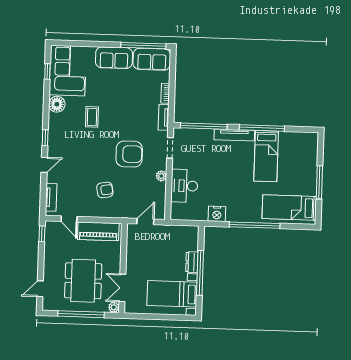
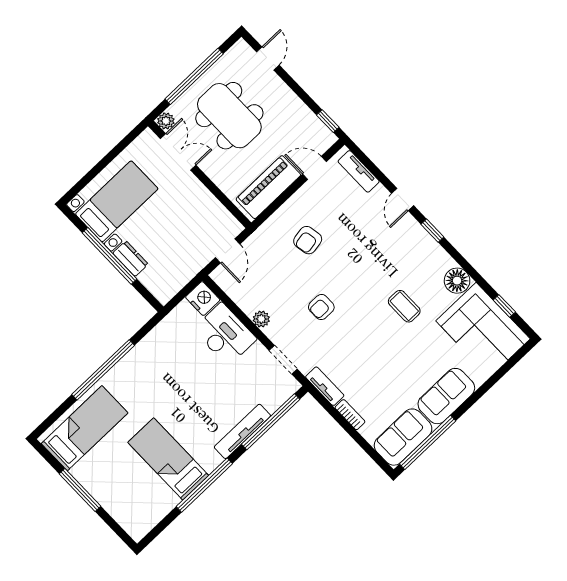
tv unit: (234, 135) -> (242, 431), moved
armchair: (129, 154) -> (321, 307), width x0.53, depth x0.53
nightstand: (217, 214) -> (203, 299), moved, turned 90

